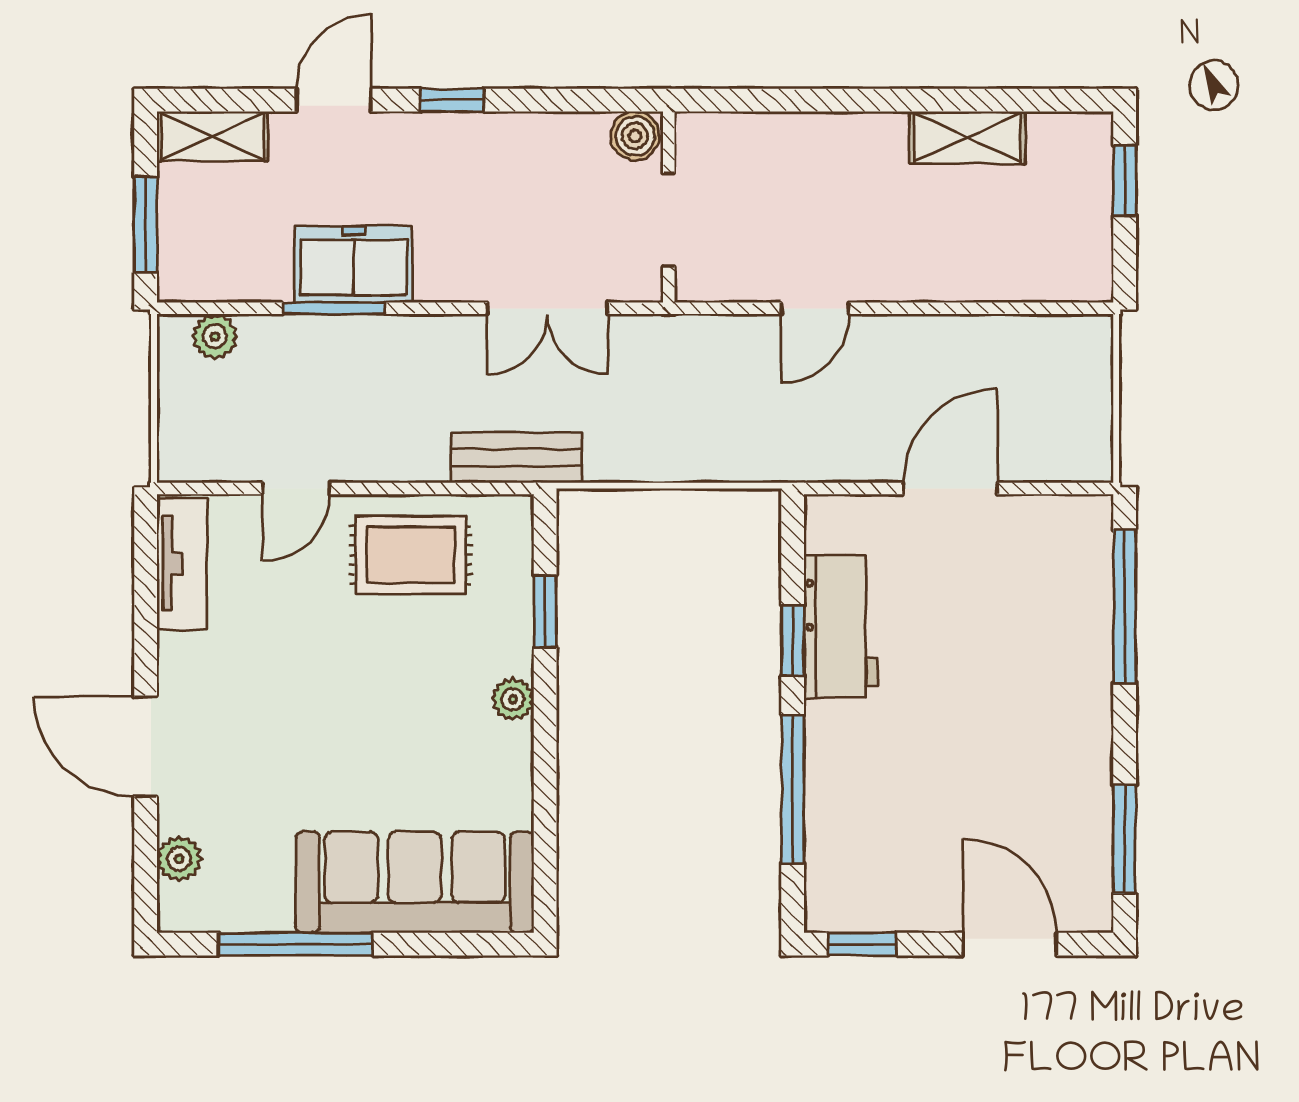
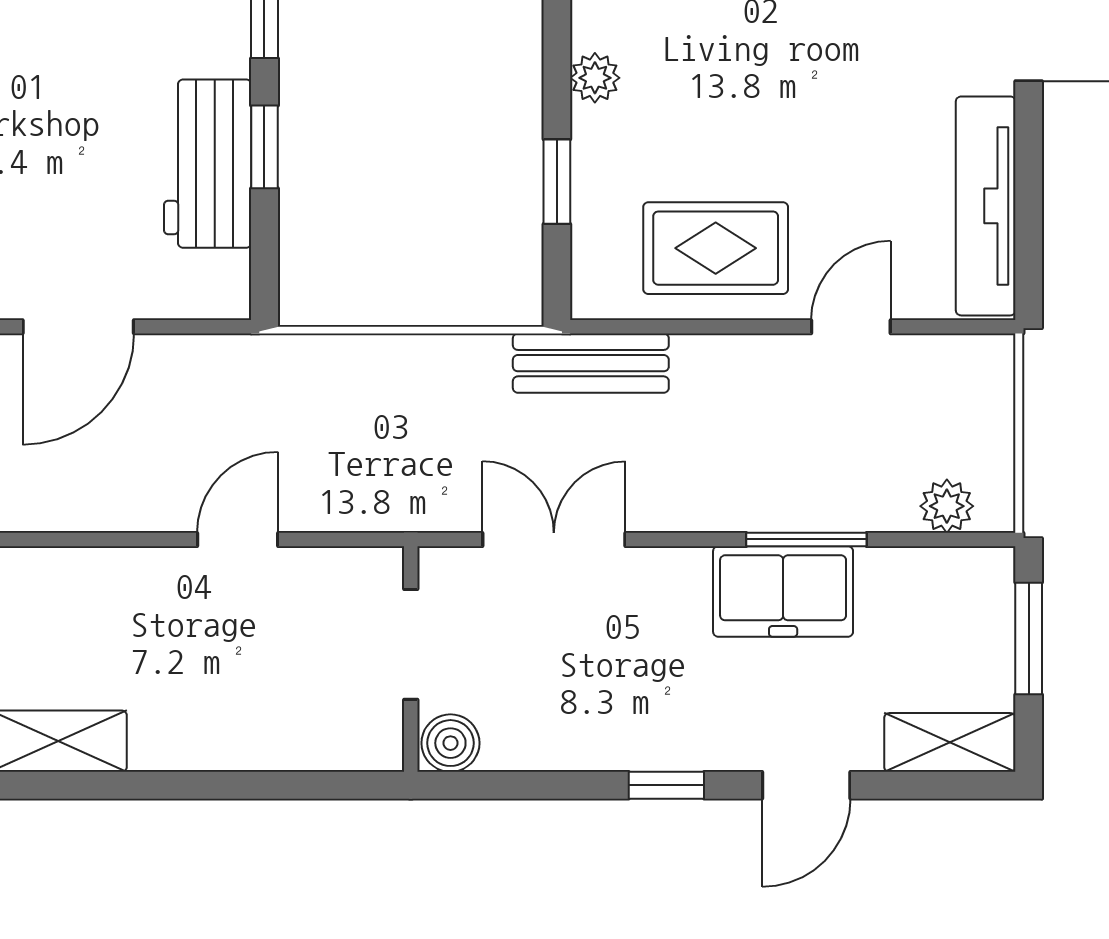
tv unit: (182, 564) -> (986, 206), width x1.41

